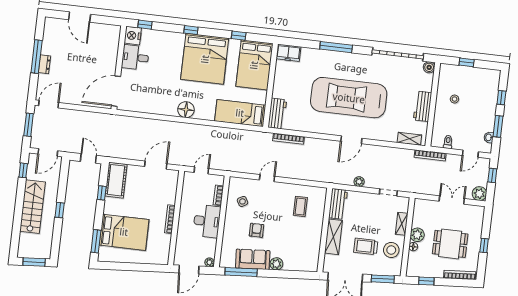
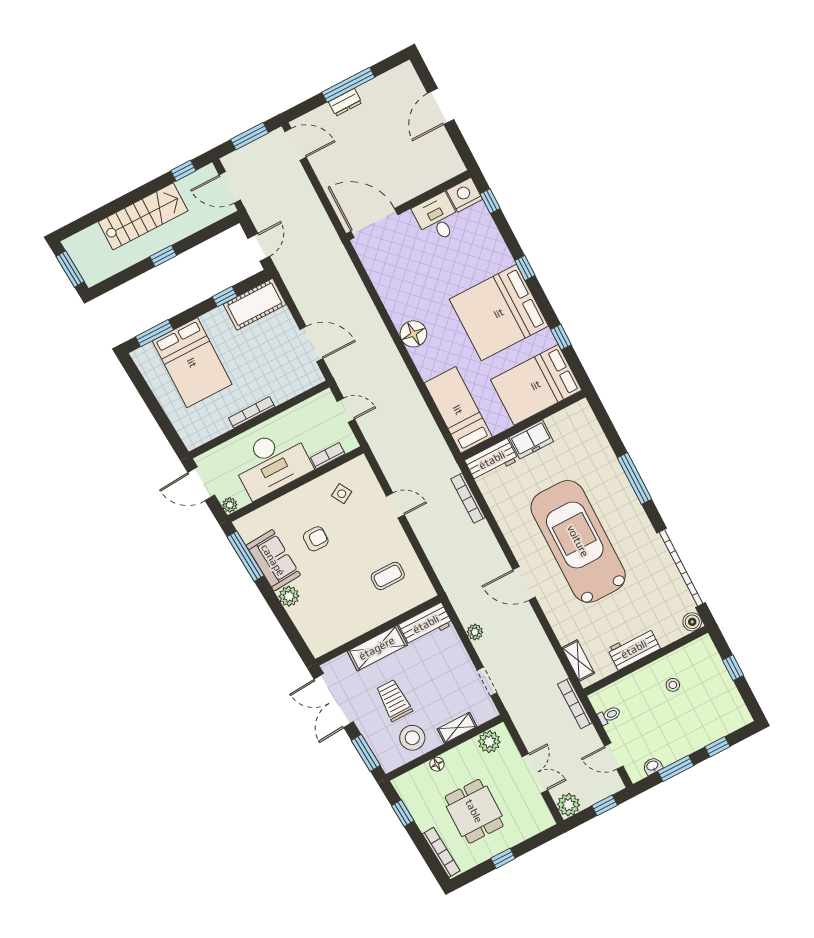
freezer: (288, 53) -> (531, 439), moved, turned -90
desk: (207, 221) -> (272, 463), width x1.36, depth x1.30
plant: (417, 235) -> (489, 742), moved

